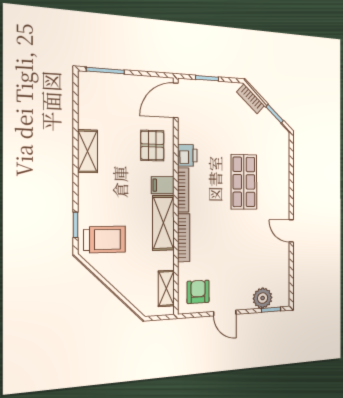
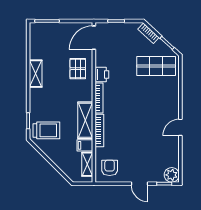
shop shelf: (244, 182) -> (156, 66), moved, turned 90
filing cabinet: (163, 185) -> (85, 145), moved
door: (291, 231) -> (180, 127), hinge flipped
plant: (263, 298) -> (172, 175), moved
door: (225, 313) -> (140, 184), moved

